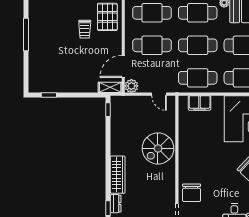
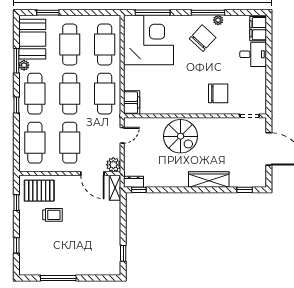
filing cabinet: (200, 103) -> (132, 102), moved
chair: (192, 193) -> (218, 93), moved
dresser: (116, 204) -> (134, 182), moved

